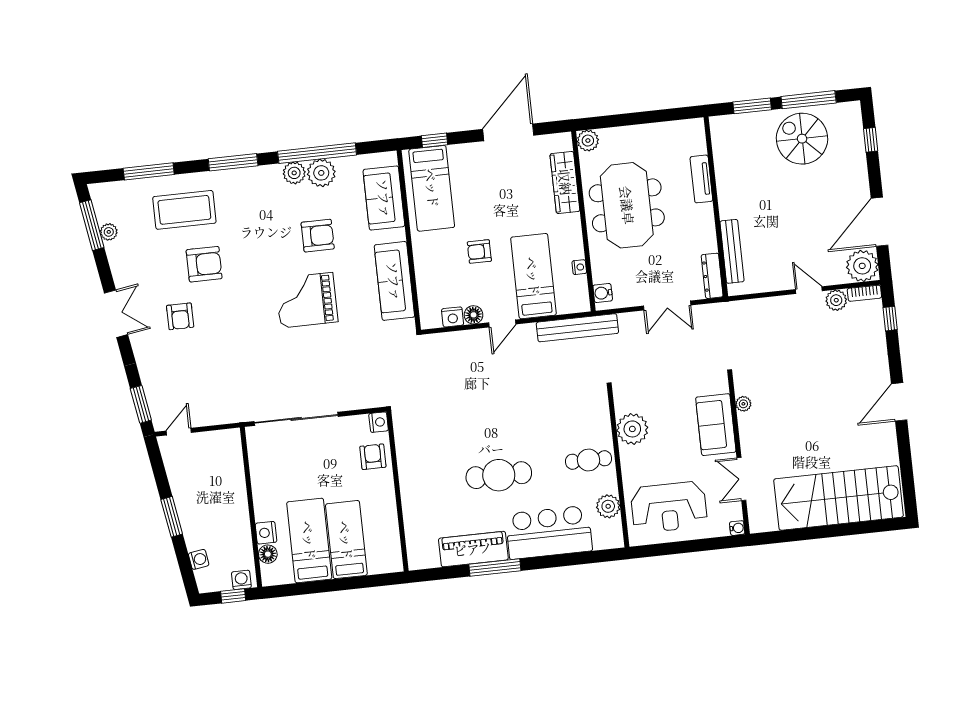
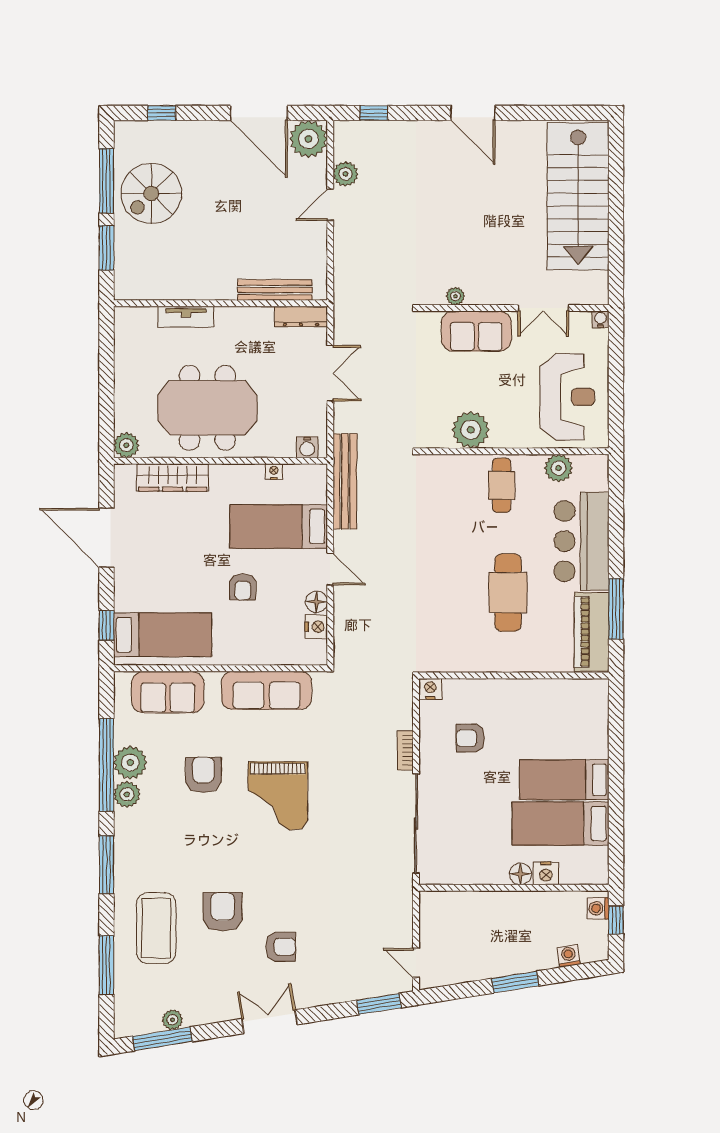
bookcase: (864, 293) -> (405, 750), moved, turned 180
nightstand: (379, 422) -> (430, 689), moved
wall: (397, 491) -> (514, 675), moved
floor lamp: (268, 554) -> (520, 874), moved

